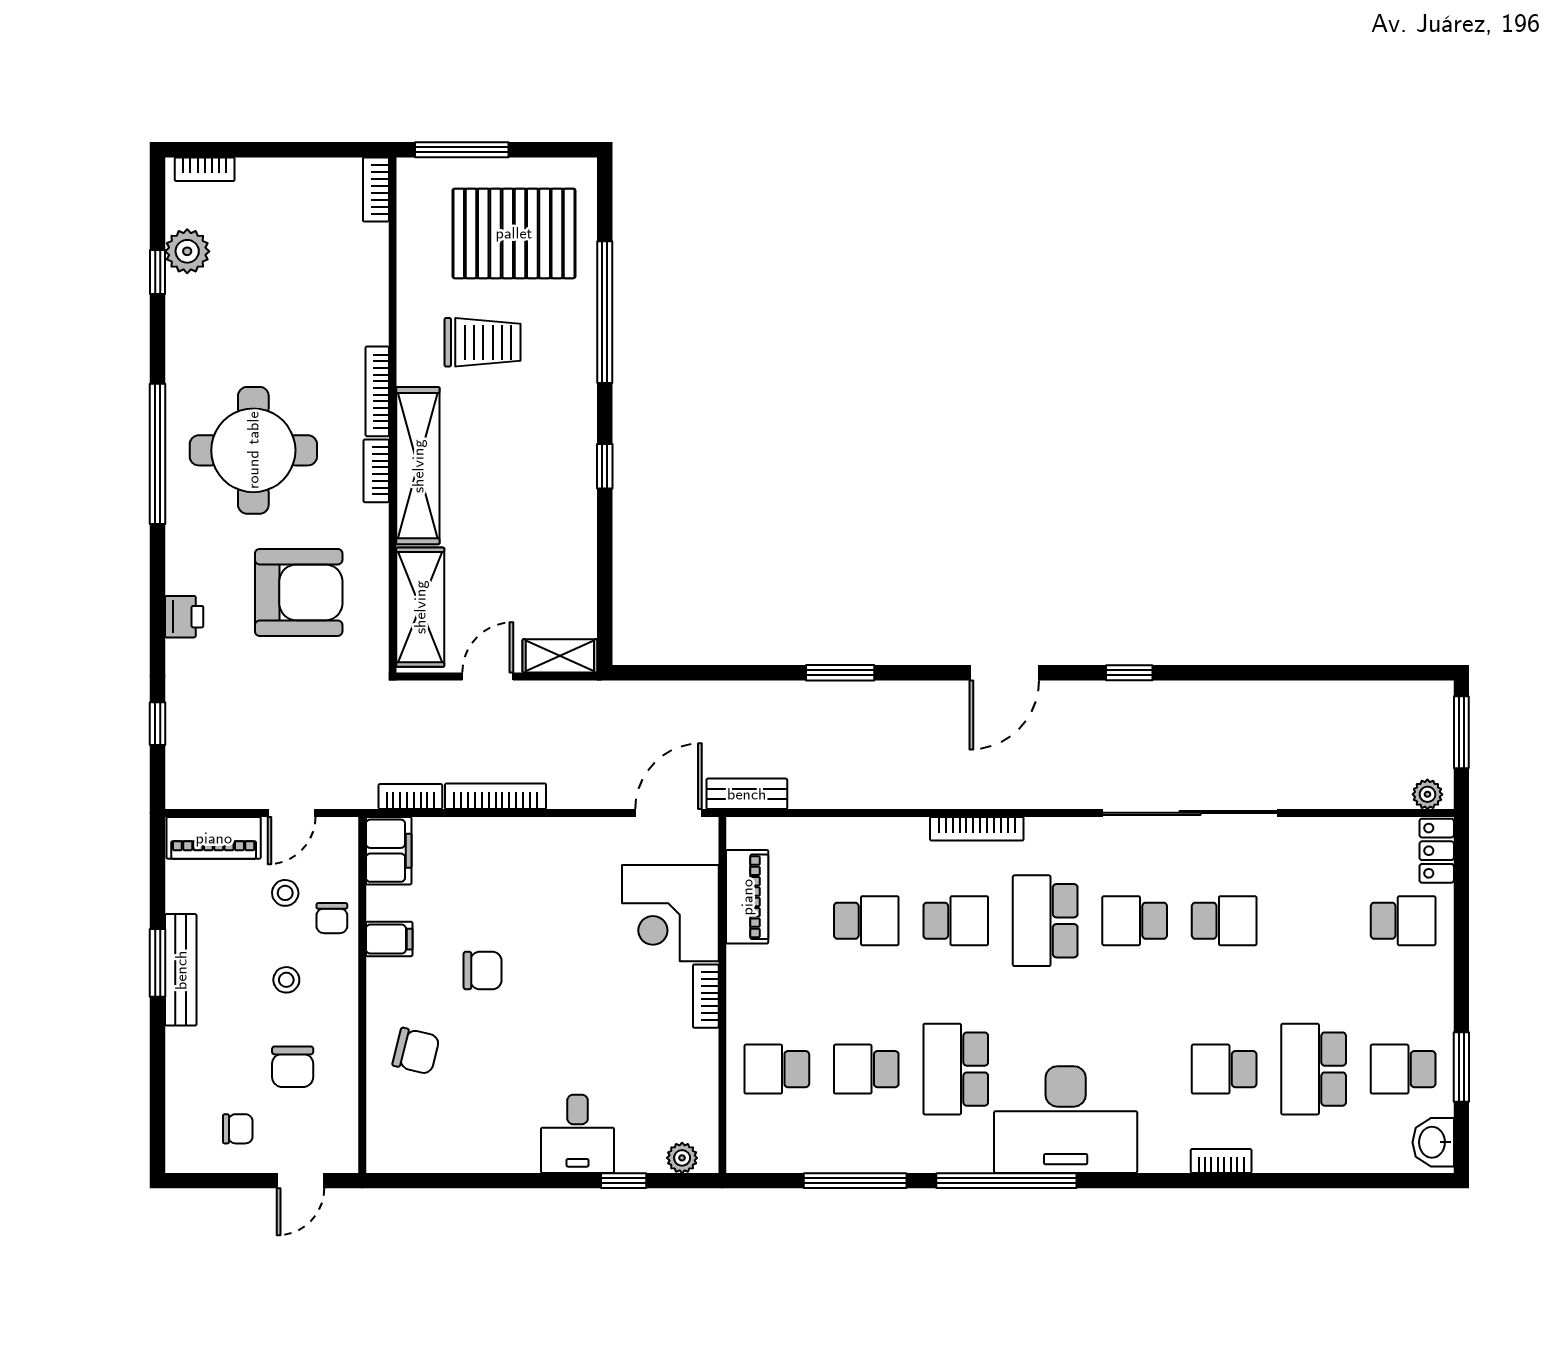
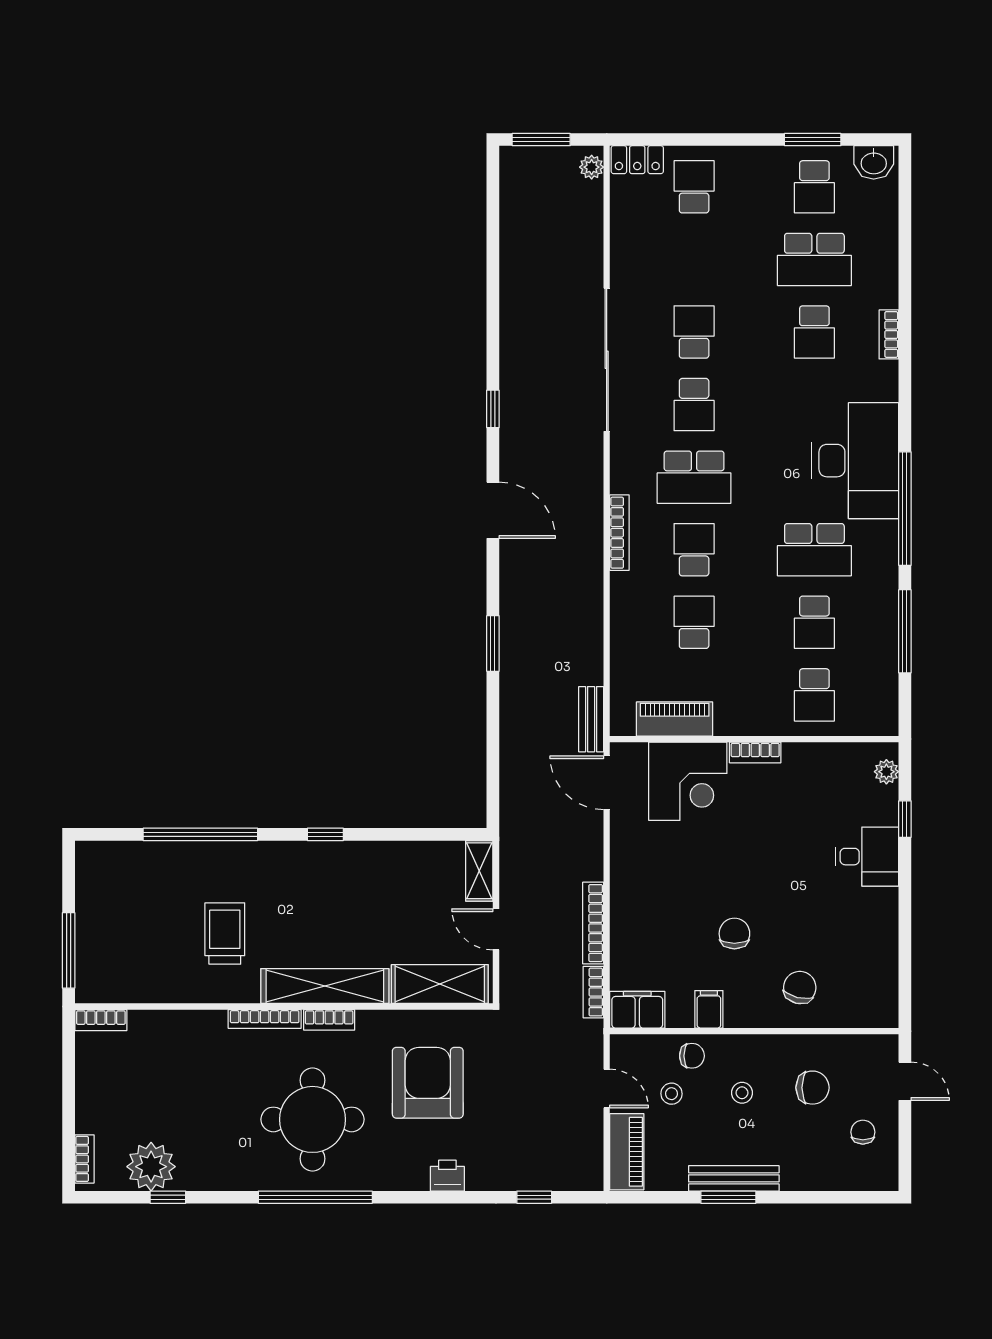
pallet: (514, 233) -> (137, 908), removed
plant: (187, 251) -> (151, 1167), width x1.36, depth x1.36

